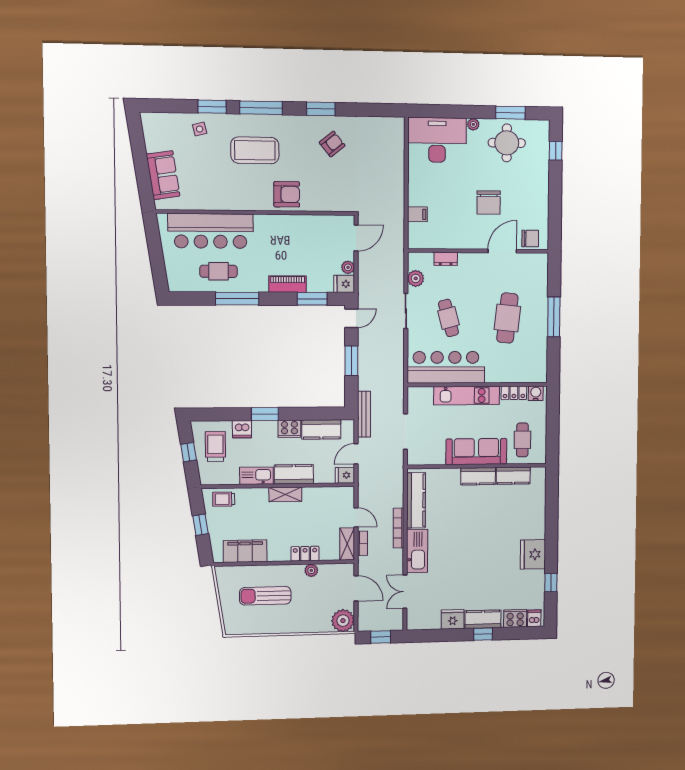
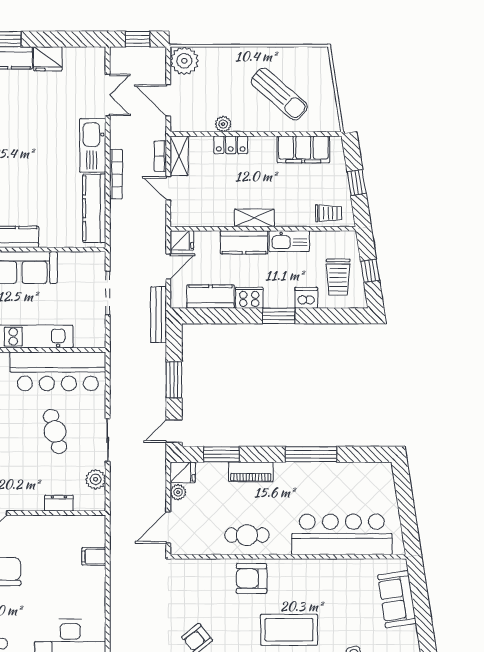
cafe table: (219, 271) -> (247, 535), moved
sun lounger: (265, 596) -> (279, 94), turned 41

